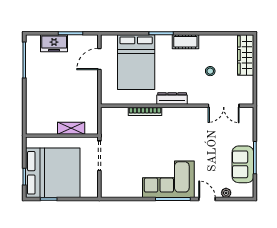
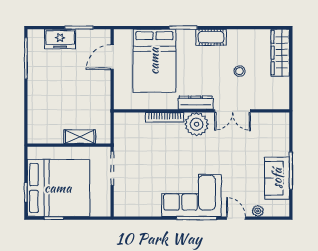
double door: (224, 106) -> (233, 111), moved
plant: (173, 117) -> (197, 124), added

